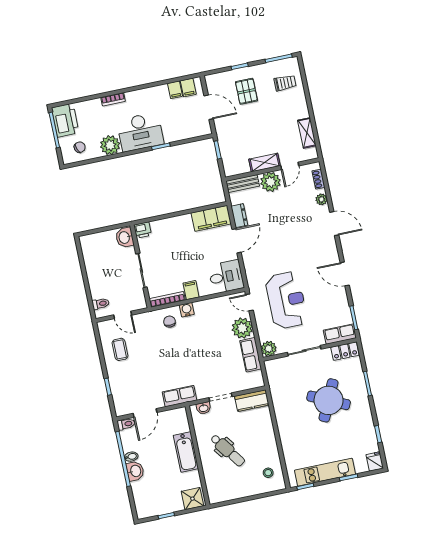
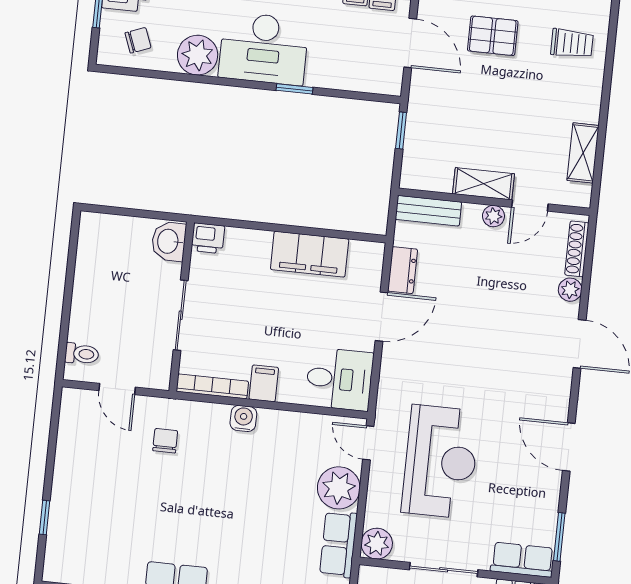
pallet: (246, 91) -> (493, 36), turned 90
shoe rack: (318, 179) -> (577, 249), width x1.43
plant: (270, 182) -> (493, 216), width x0.53, depth x0.53
filing cabinet: (211, 218) -> (310, 254), moved
chair: (170, 322) -> (165, 441), moved
coffee table: (120, 349) -> (91, 453), removed

